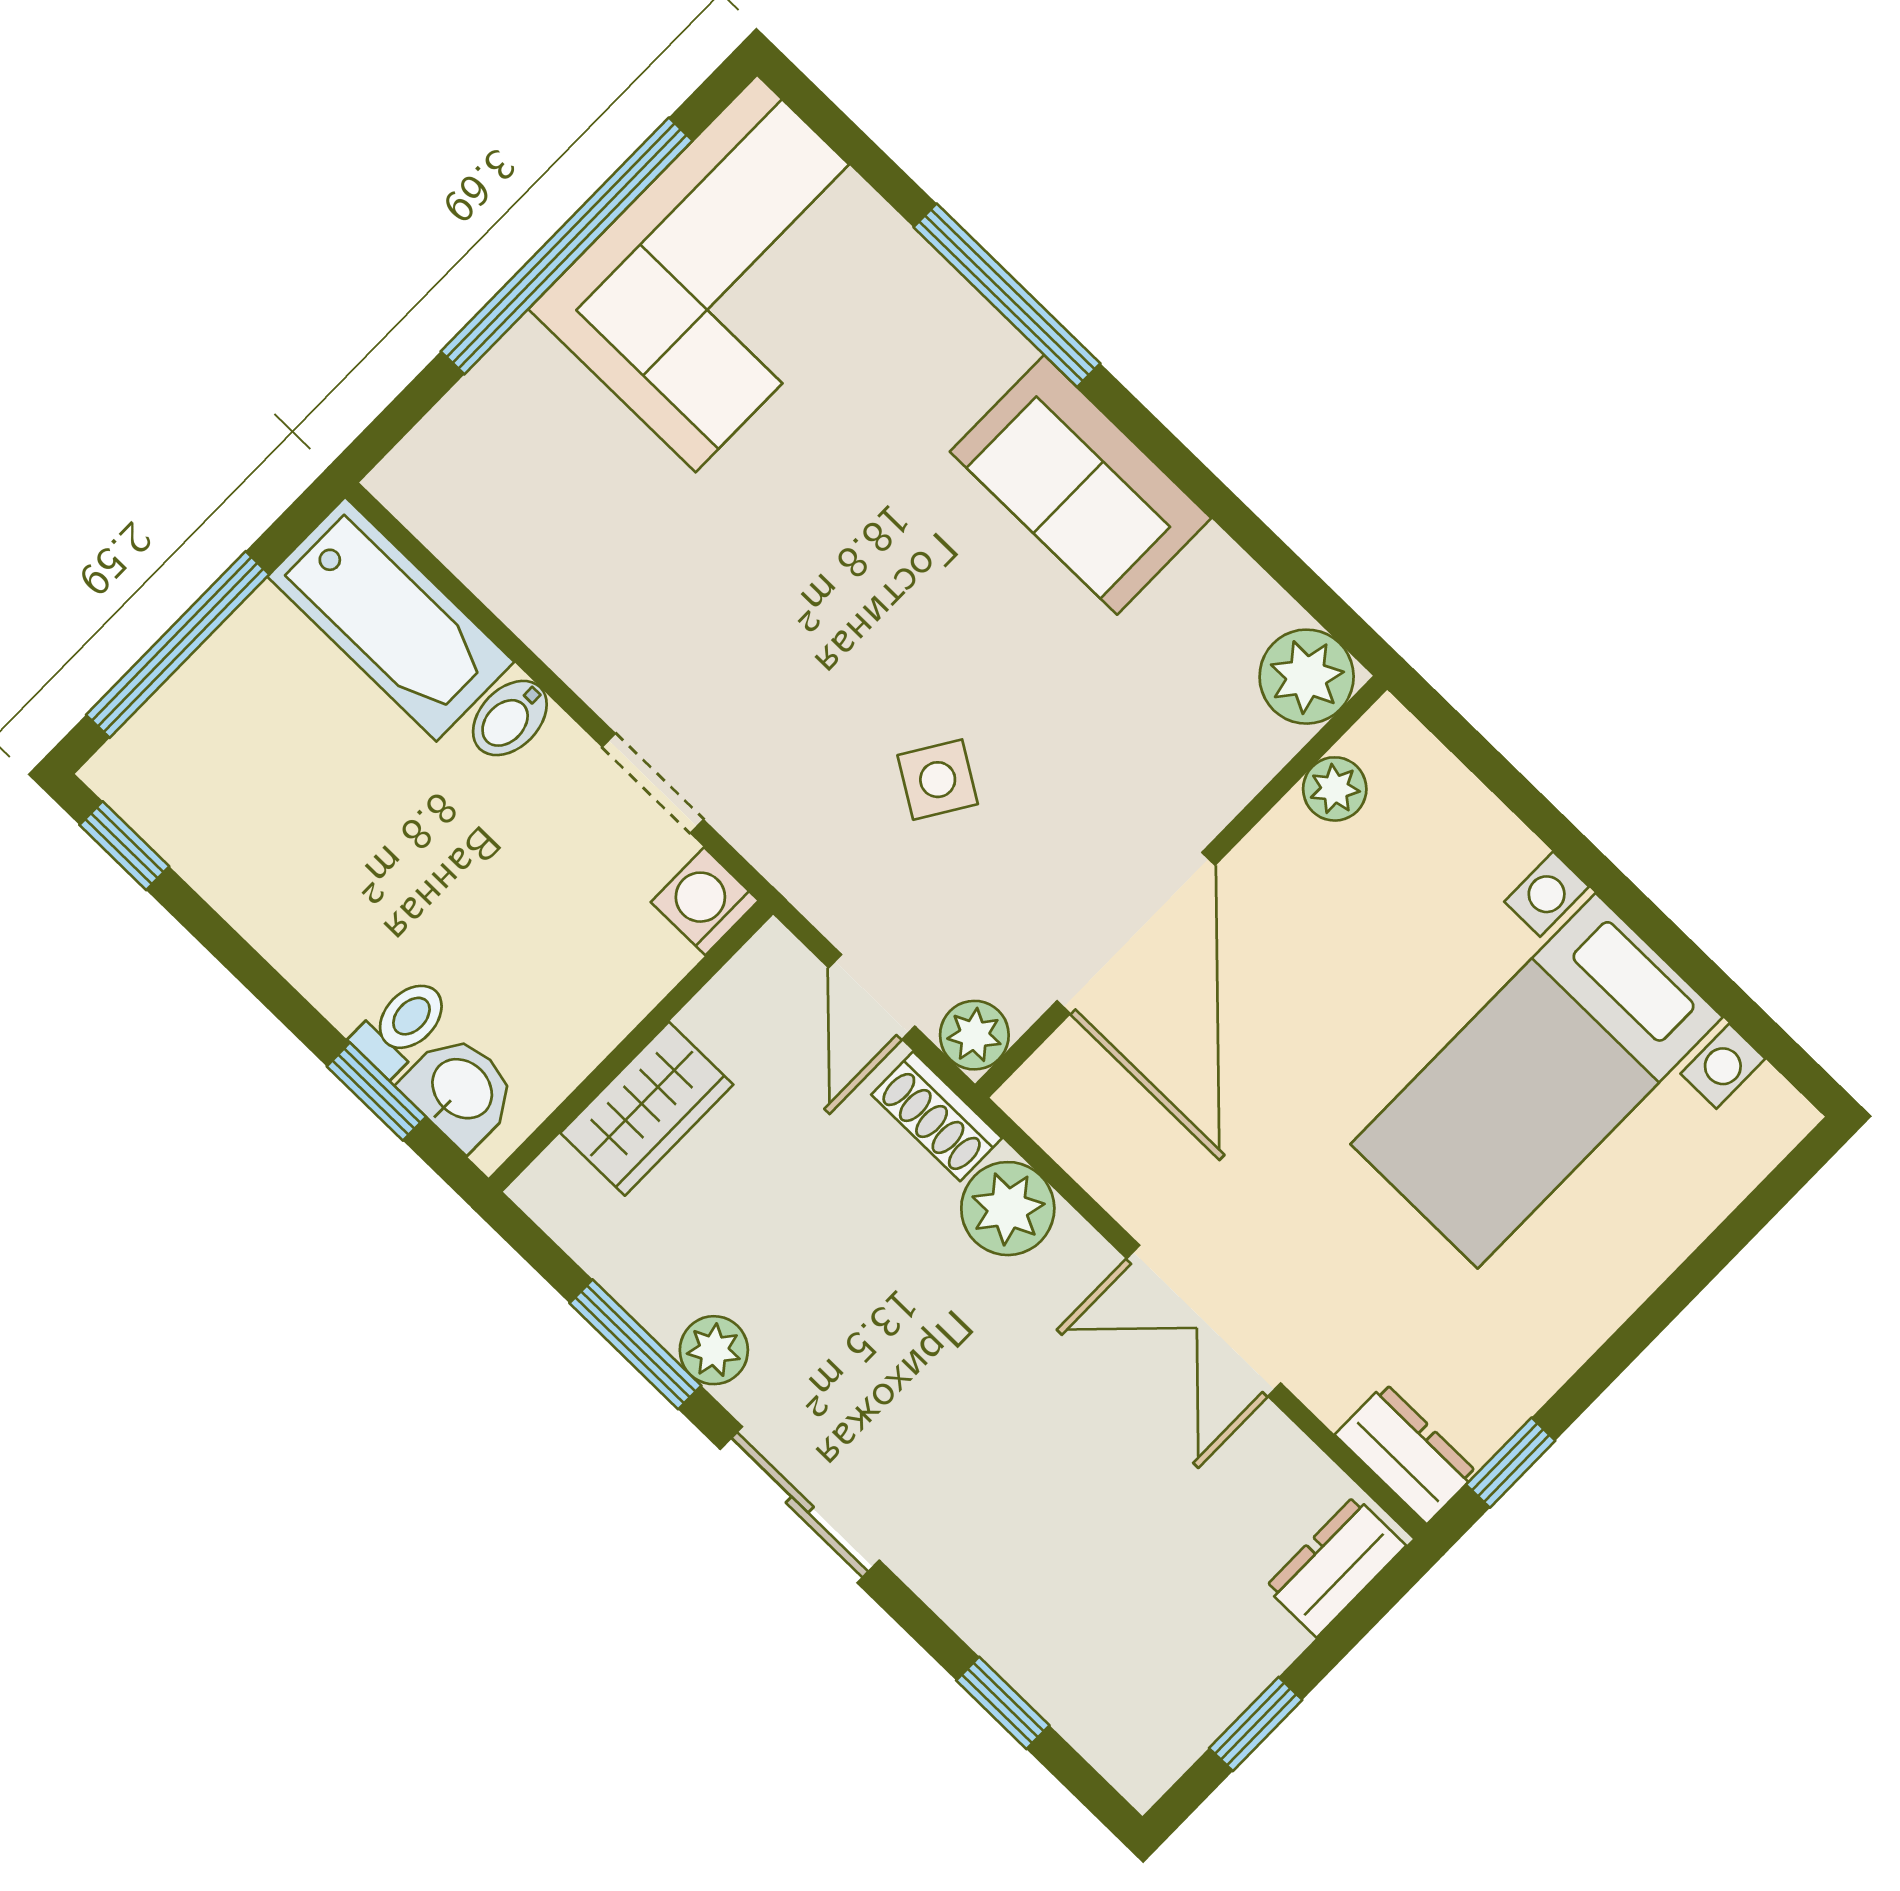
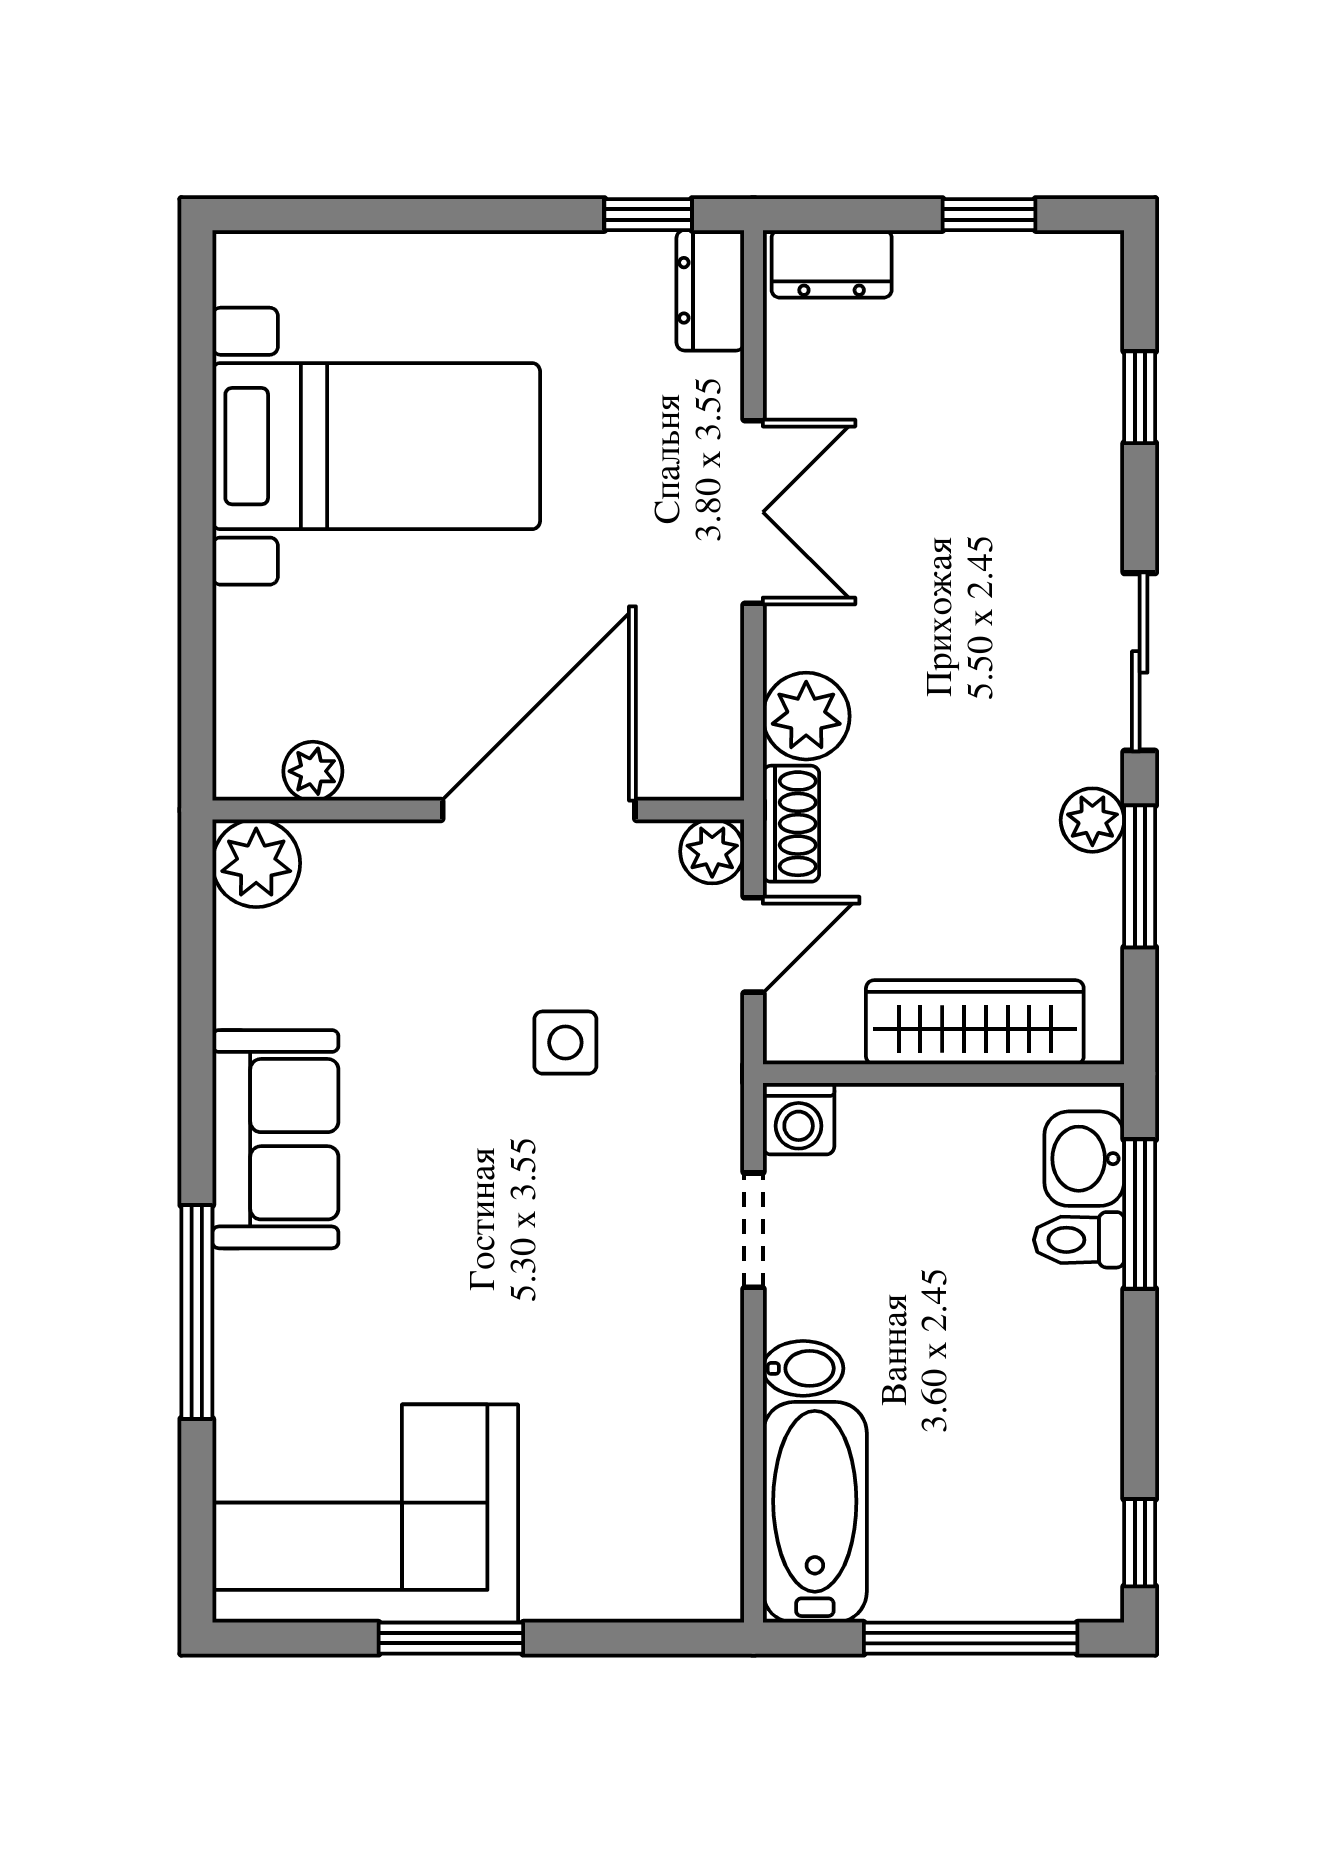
window: (567, 246) -> (451, 1638), width x0.47
side table: (938, 780) -> (565, 1043), turned -32
window: (376, 1092) -> (1140, 1214), width x1.50
wardrobe: (647, 1109) -> (975, 1022), width x1.50

